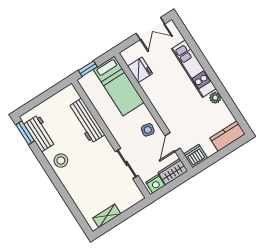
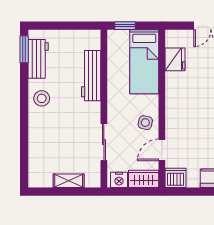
shelving: (107, 216) -> (69, 181), moved

